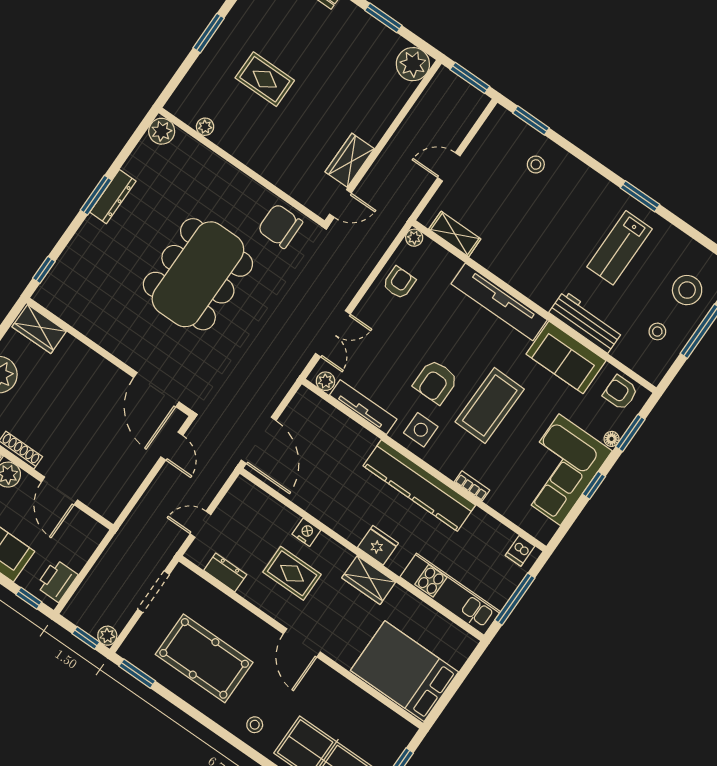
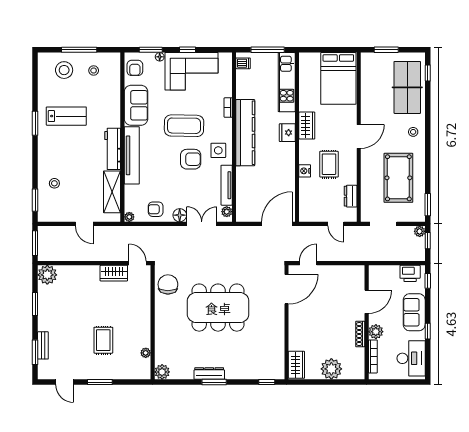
chair: (280, 226) -> (168, 284), turned 180
shelving: (455, 234) -> (112, 192), width x1.50, depth x1.33
floor lamp: (367, 311) -> (180, 215), added
workbench: (586, 322) -> (113, 149), moved

